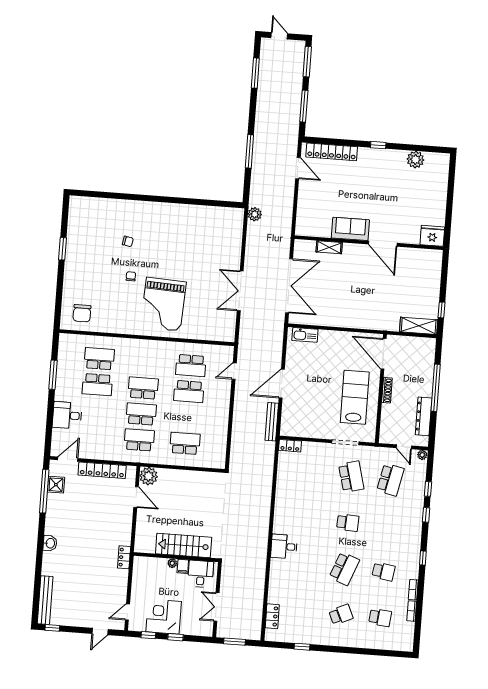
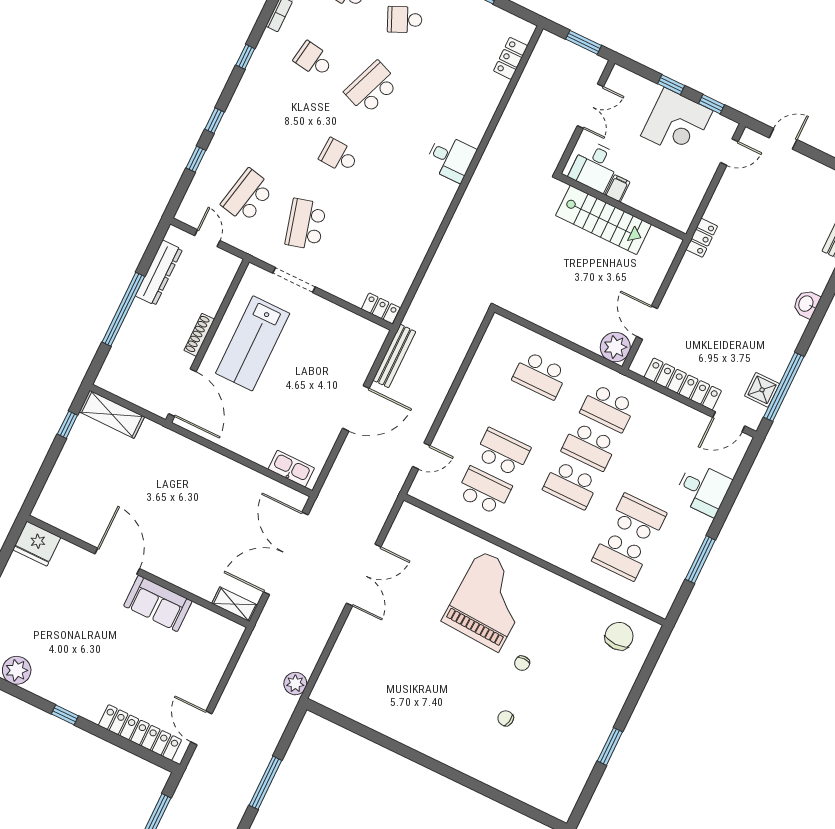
shelving: (329, 247) -> (235, 604), moved
plant: (422, 455) -> (184, 215), removed
plant: (172, 563) -> (632, 200), removed

